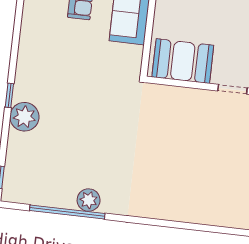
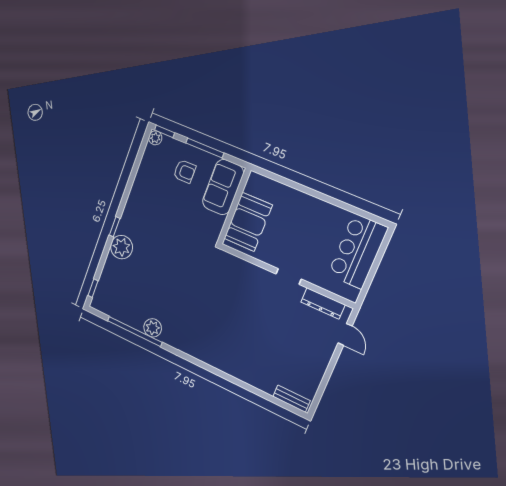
booth: (183, 61) -> (248, 222), moved, turned 90

